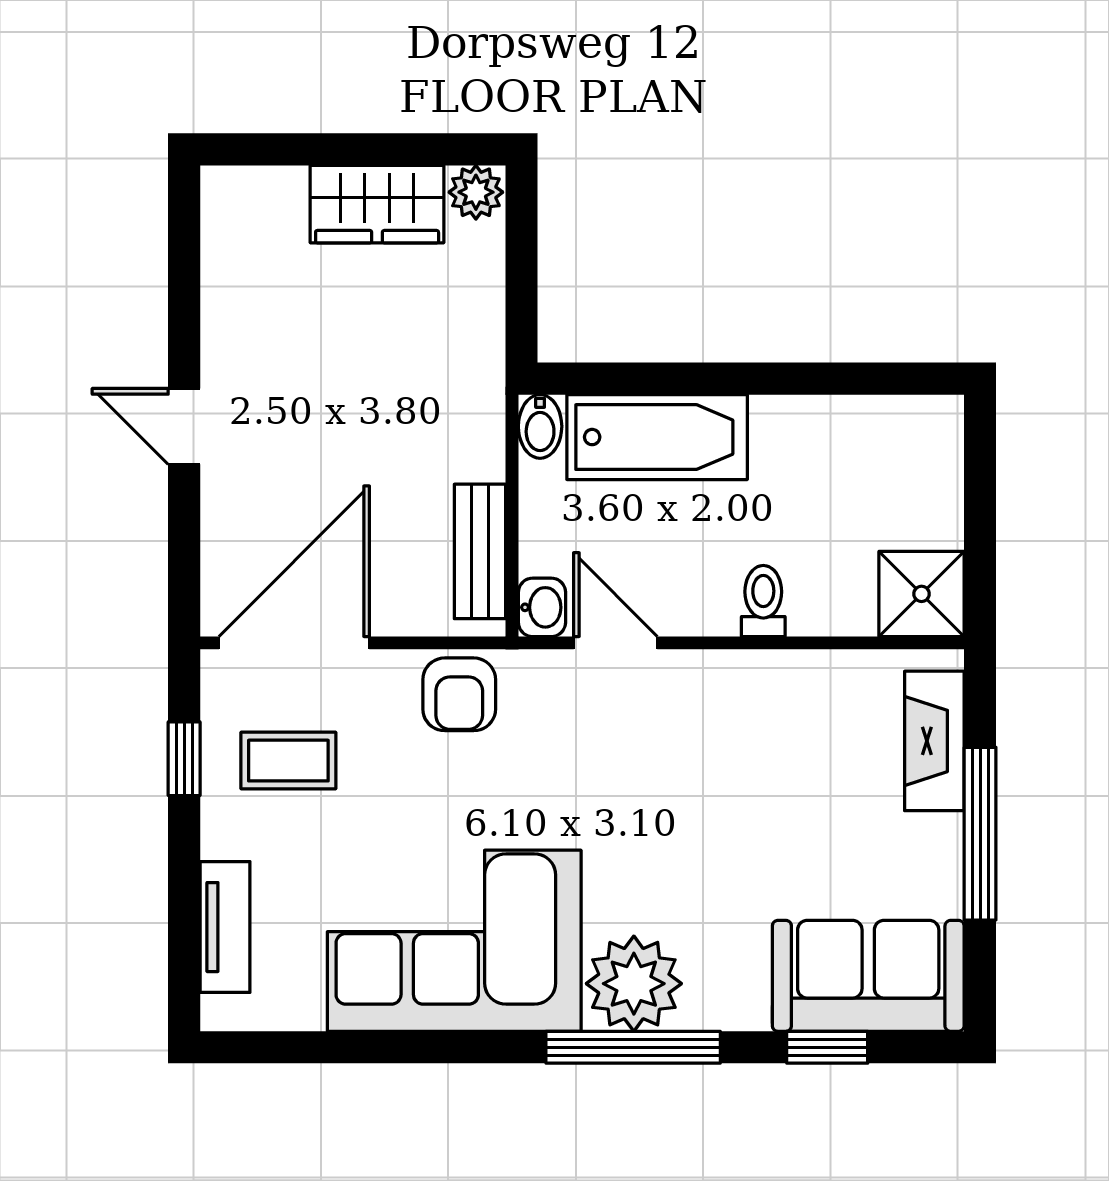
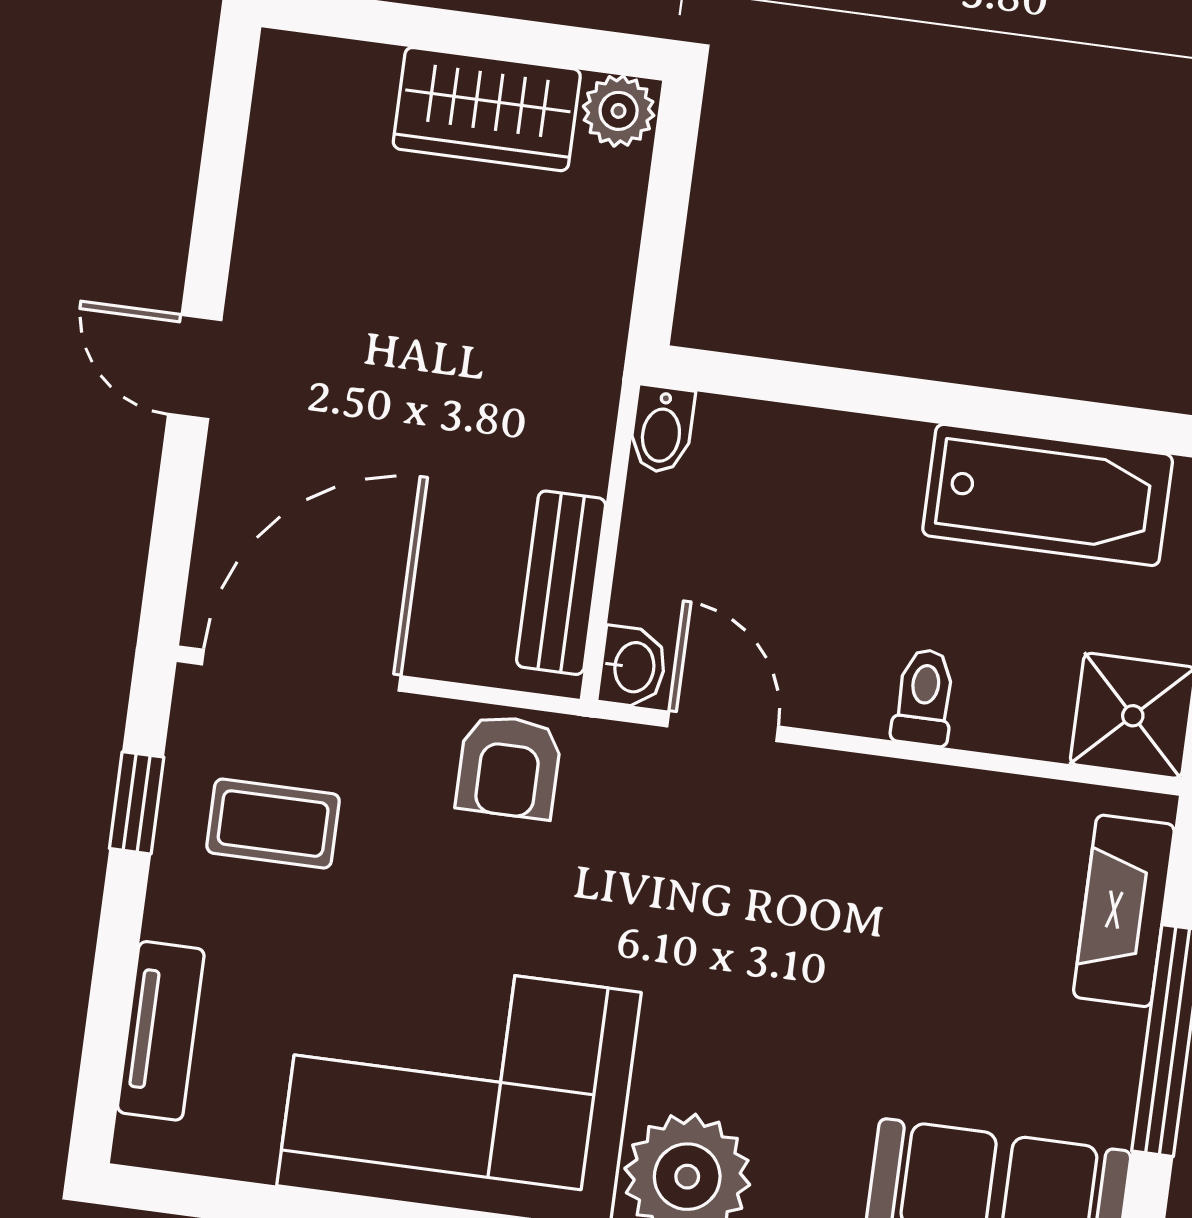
bathtub: (657, 437) -> (1048, 495), moved

